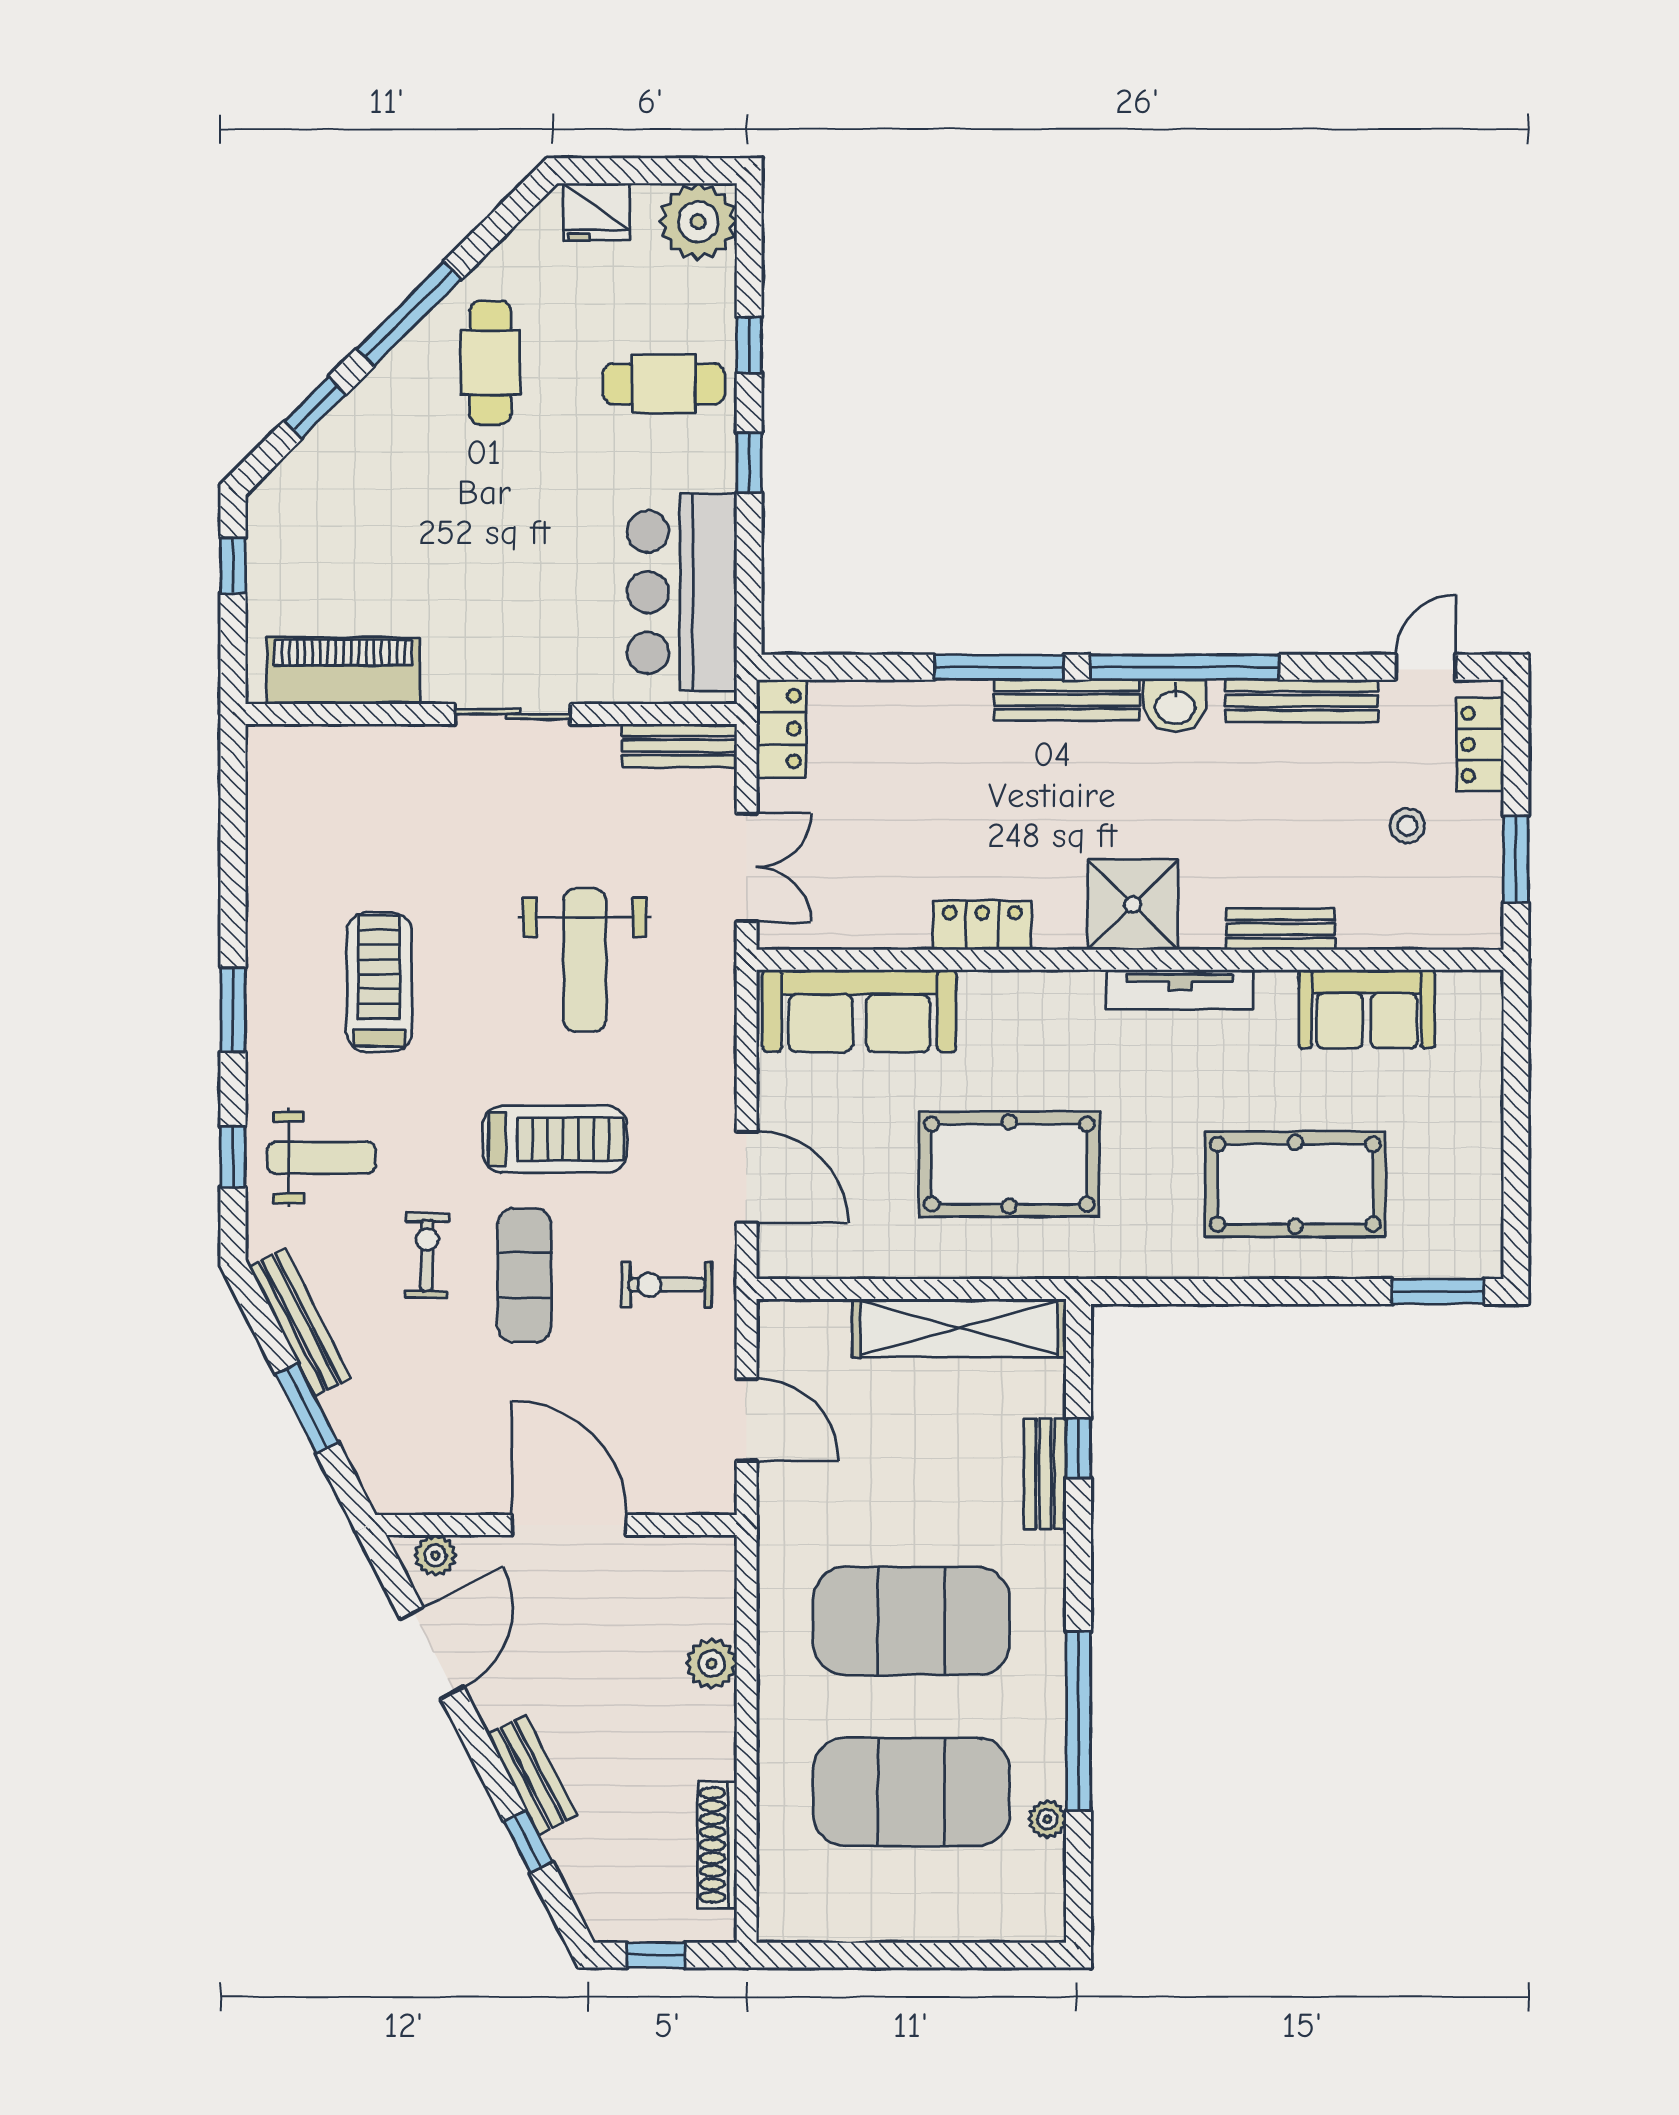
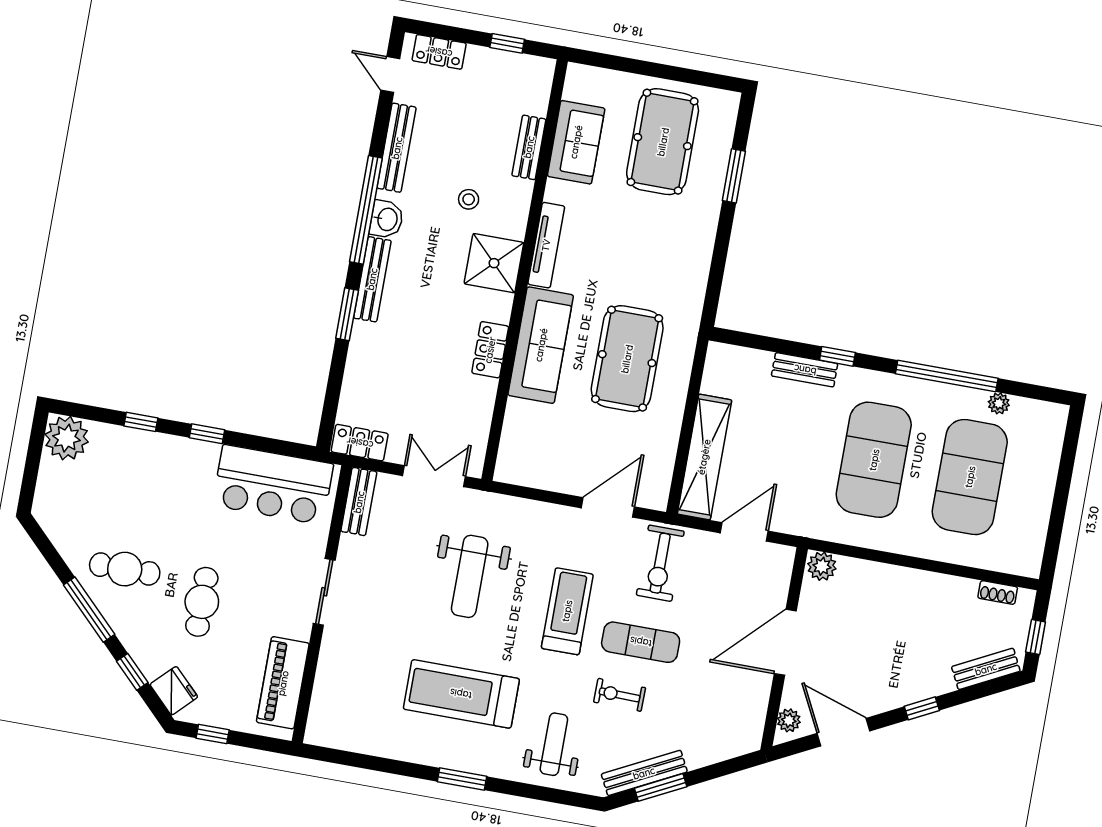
fridge: (596, 212) -> (174, 691), moved, turned -45
cafe table: (664, 384) -> (202, 602), moved
window: (999, 667) -> (347, 314), width x0.69
stool: (1407, 826) -> (469, 199), moved
window: (1516, 859) -> (507, 43), width x0.67
bench: (1281, 929) -> (529, 147), moved
weight bench: (585, 960) -> (470, 576), turned 90
treadmill: (379, 982) -> (461, 694), width x1.37, depth x1.38
sofa: (859, 1011) -> (541, 345), moved
window: (233, 1157) -> (545, 794), removed
pool table: (1295, 1184) -> (663, 142), moved
exercise bike: (667, 1285) -> (660, 563), width x1.38, depth x1.39
window: (1438, 1292) -> (734, 176), moved
shelving: (959, 1328) -> (704, 457), moved
window: (307, 1408) -> (661, 787), moved
window: (1078, 1448) -> (837, 356), moved
plant: (712, 1664) -> (822, 566), moved
bench: (532, 1775) -> (986, 669), moved
window: (528, 1842) -> (922, 708), moved
shoe rack: (717, 1845) -> (998, 592), width x0.51, depth x0.81

